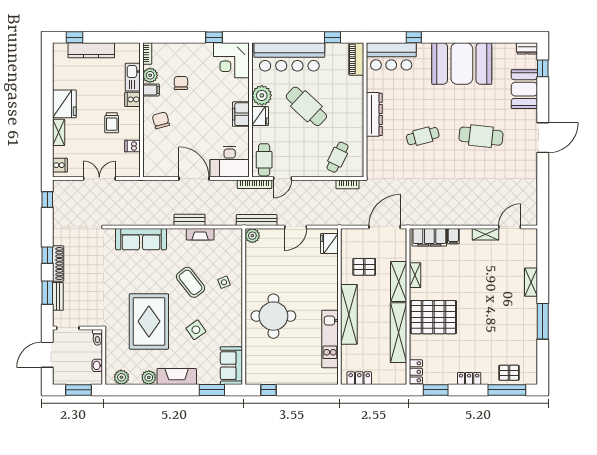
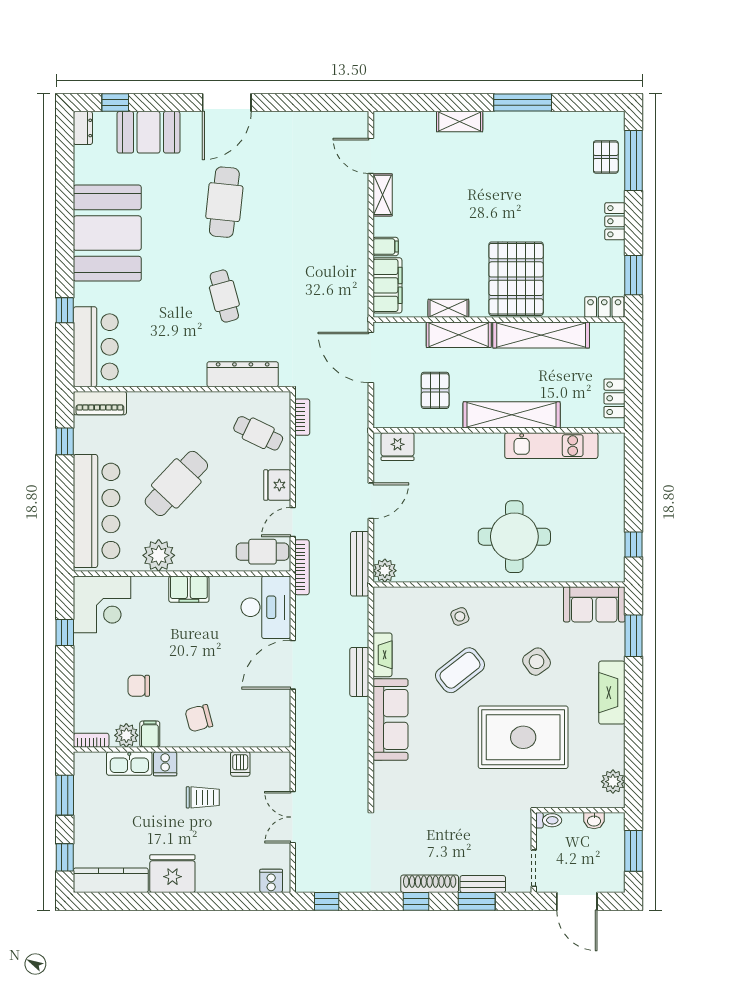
window: (113, 37) -> (65, 795), added
kitchen counter: (91, 50) -> (111, 880), moved, turned -90
dresser: (374, 114) -> (243, 374), moved
fridge: (260, 116) -> (277, 485), moved, turned -90
shelving: (59, 132) -> (218, 883), removed
door: (543, 138) -> (227, 103), swing flipped
door: (282, 179) -> (293, 522), swing flipped
door: (296, 227) -> (371, 501), hinge flipped
sofa: (141, 239) -> (390, 719), moved
plant: (149, 377) -> (613, 738), removed

